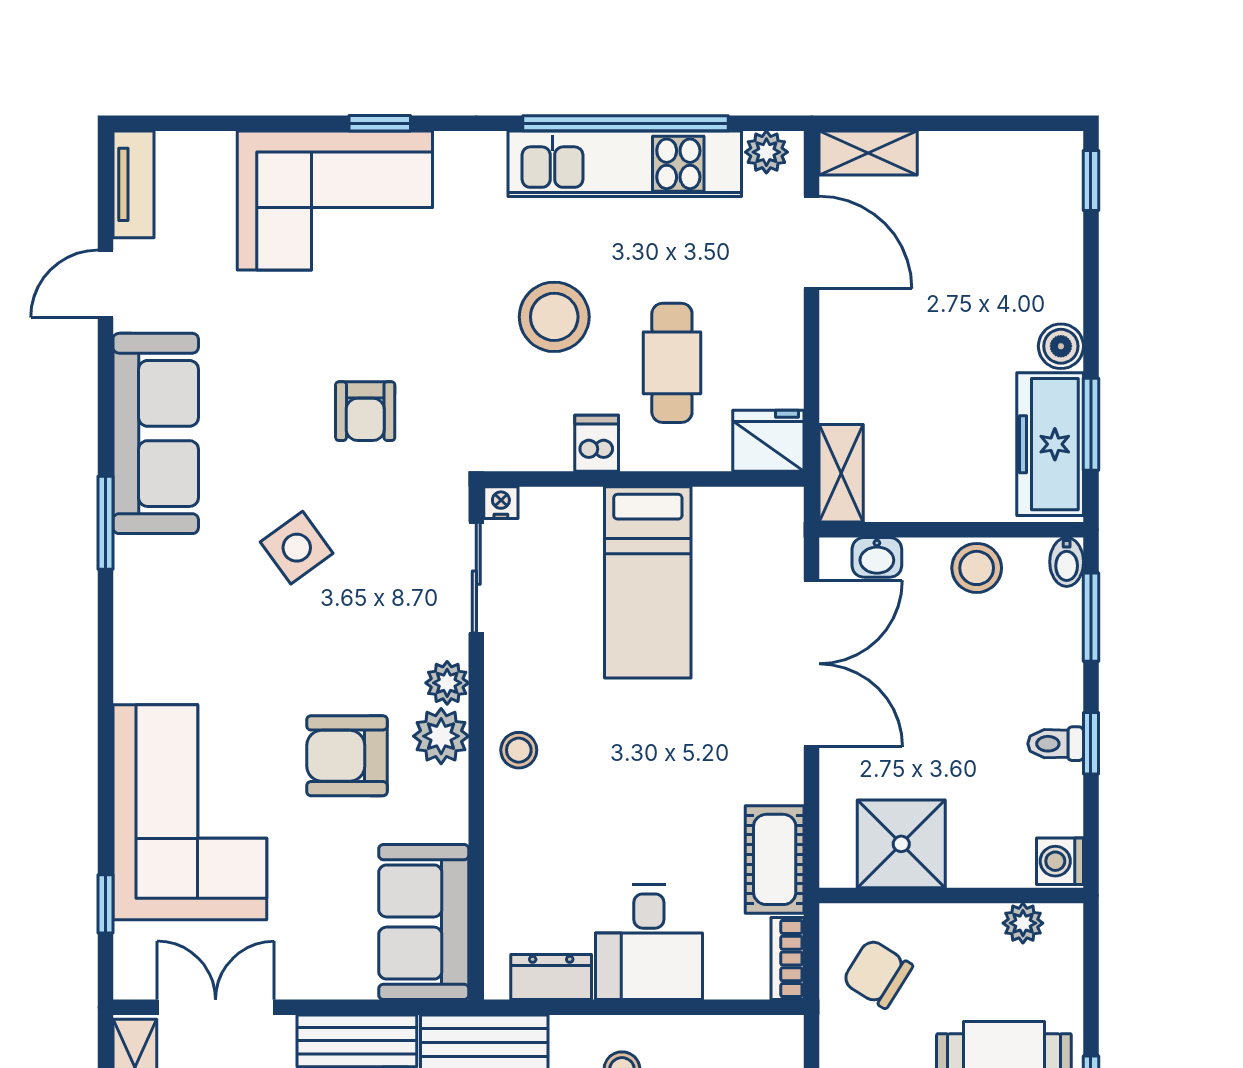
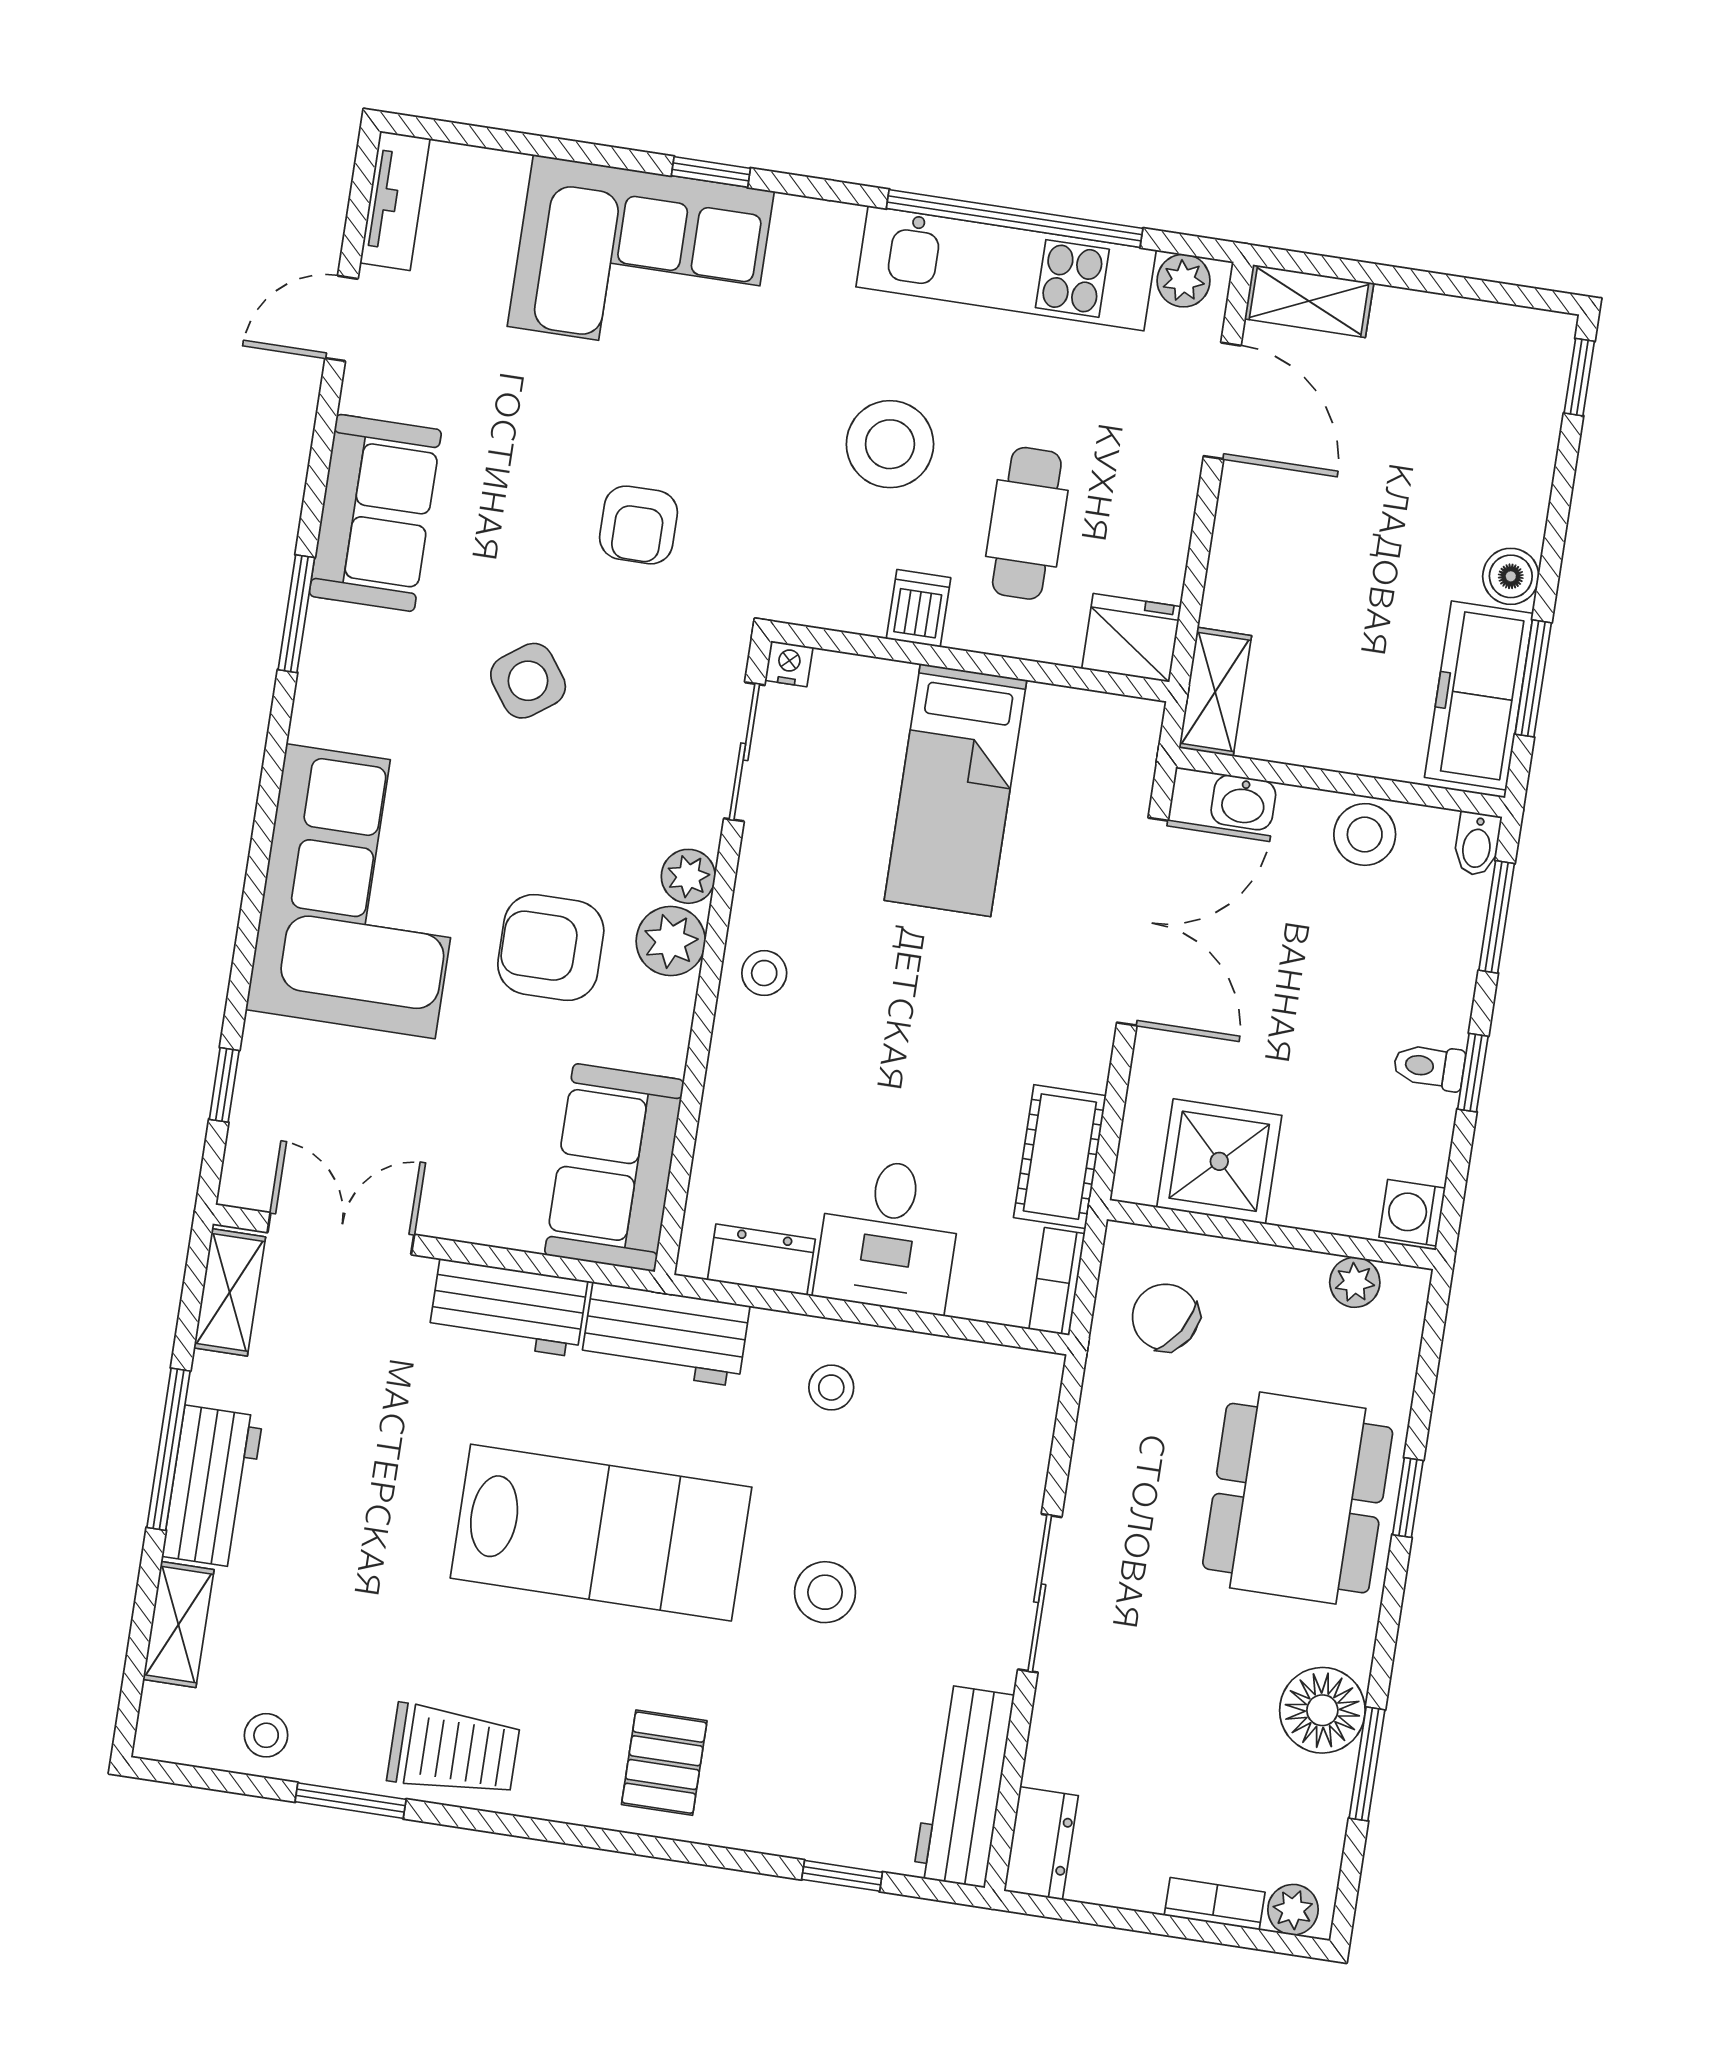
sofa: (156, 433) -> (375, 513), width x0.73
corner sofa: (190, 812) -> (361, 891), moved

